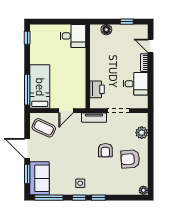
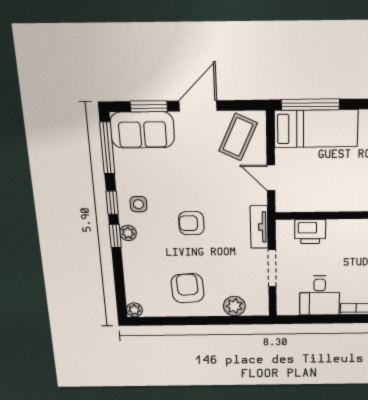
armchair: (105, 150) -> (191, 223), moved
plant: (97, 190) -> (128, 233), added

